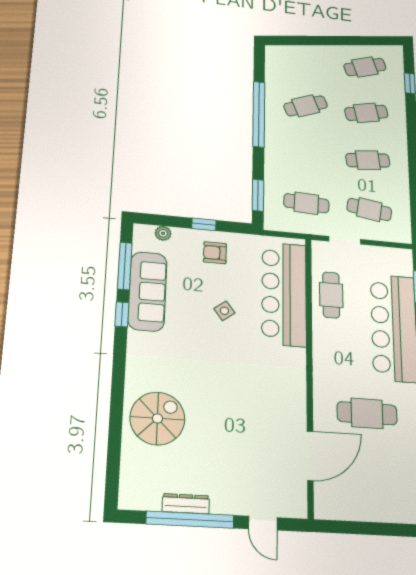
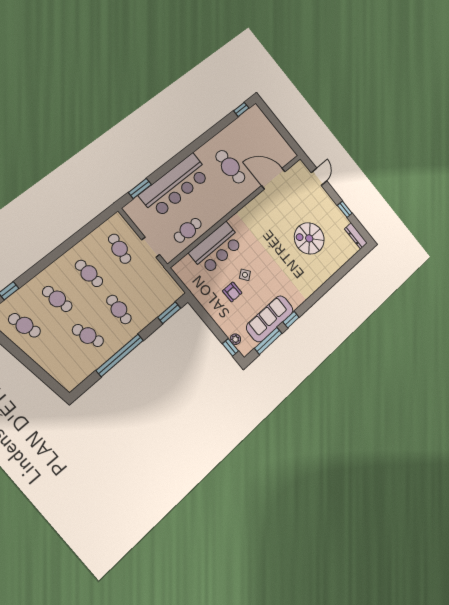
cafe table: (306, 203) -> (119, 309), moved
window: (204, 224) -> (230, 347), moved
armchair: (215, 253) -> (232, 292), moved
bar counter: (284, 294) -> (216, 248), width x0.73
spiral stairs: (157, 418) -> (309, 238), moved
dresser: (186, 504) -> (356, 236), moved
window: (190, 520) -> (345, 209), width x0.32

